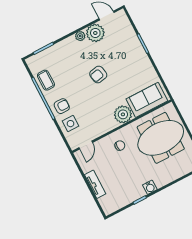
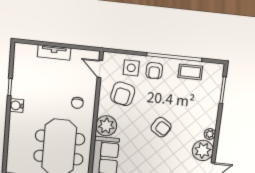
armchair: (98, 75) -> (161, 127), turned 135
armchair: (93, 118) -> (123, 94), added

